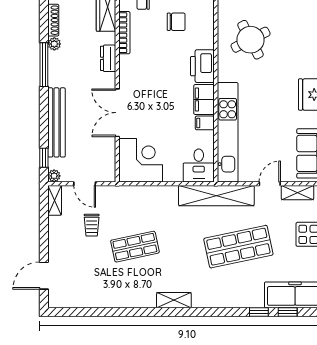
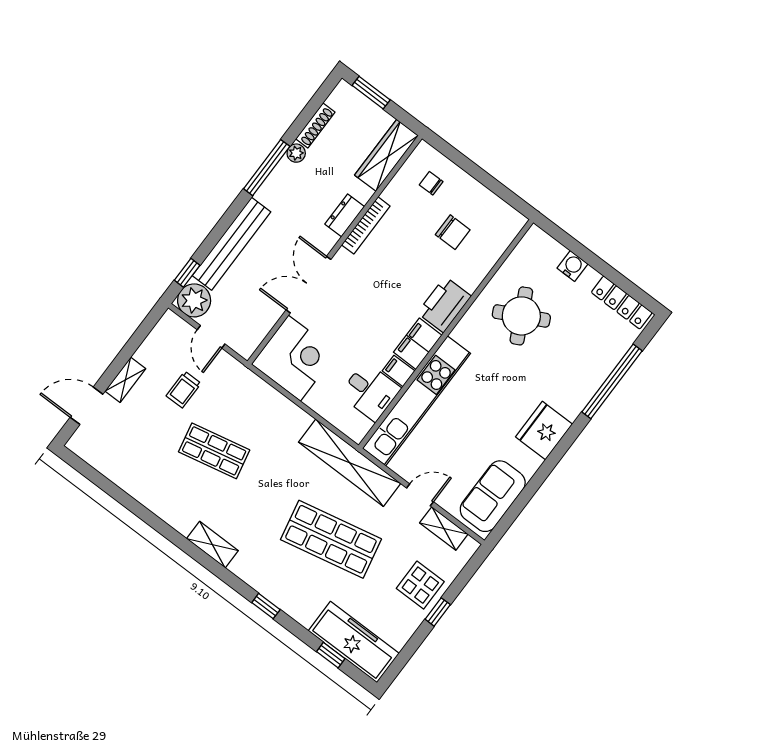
bookcase: (124, 33) -> (366, 225), moved
desk: (199, 165) -> (370, 391), moved, turned -90
plant: (54, 176) -> (194, 300), width x1.88, depth x1.88
shelving: (55, 200) -> (125, 380), moved
window: (259, 312) -> (266, 606), moved

